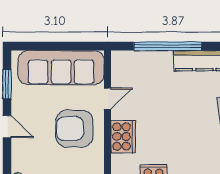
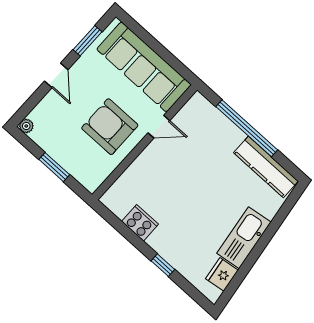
cooker: (123, 137) -> (144, 169), removed

